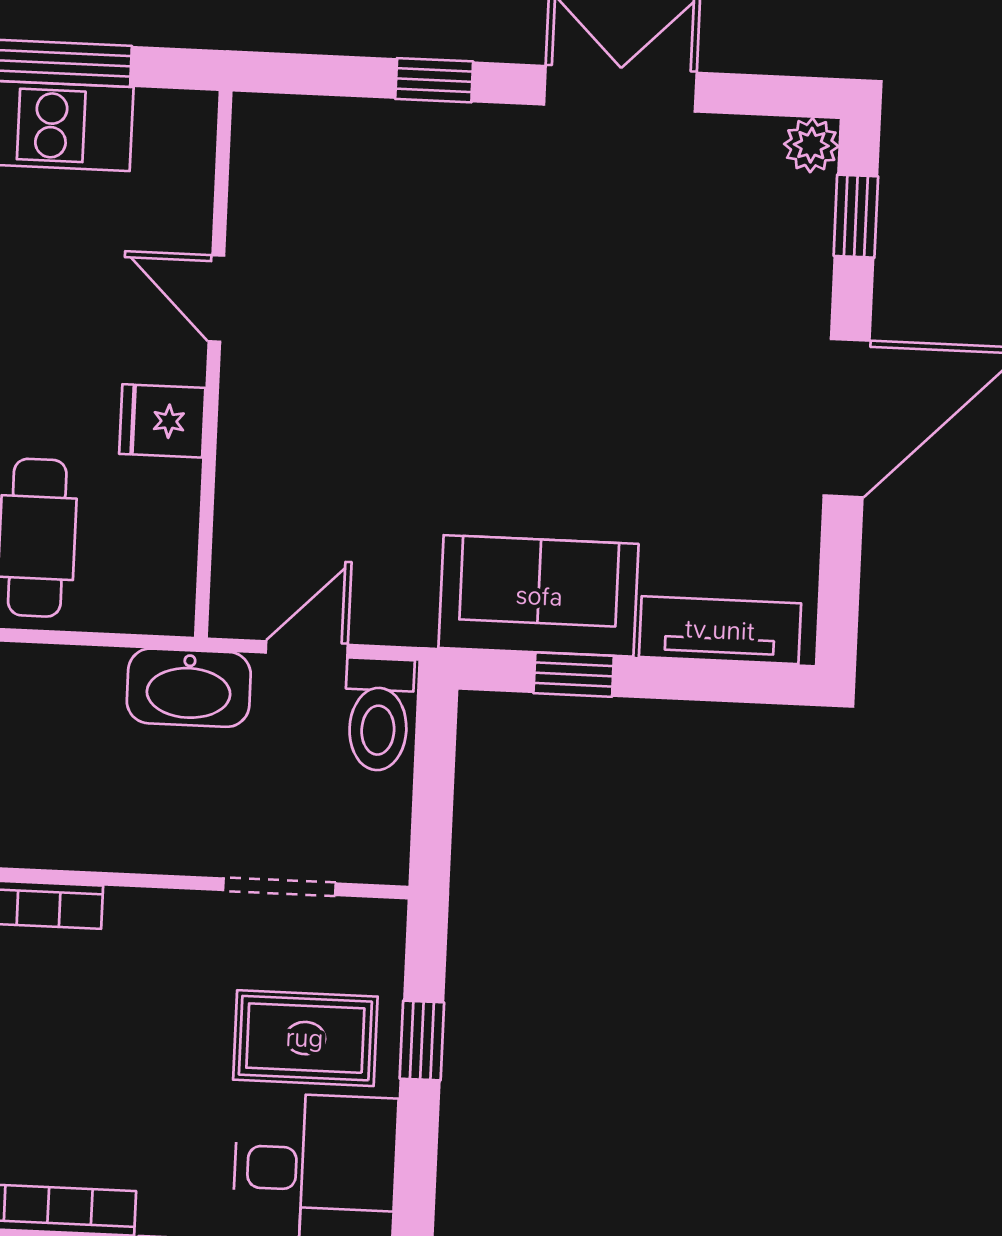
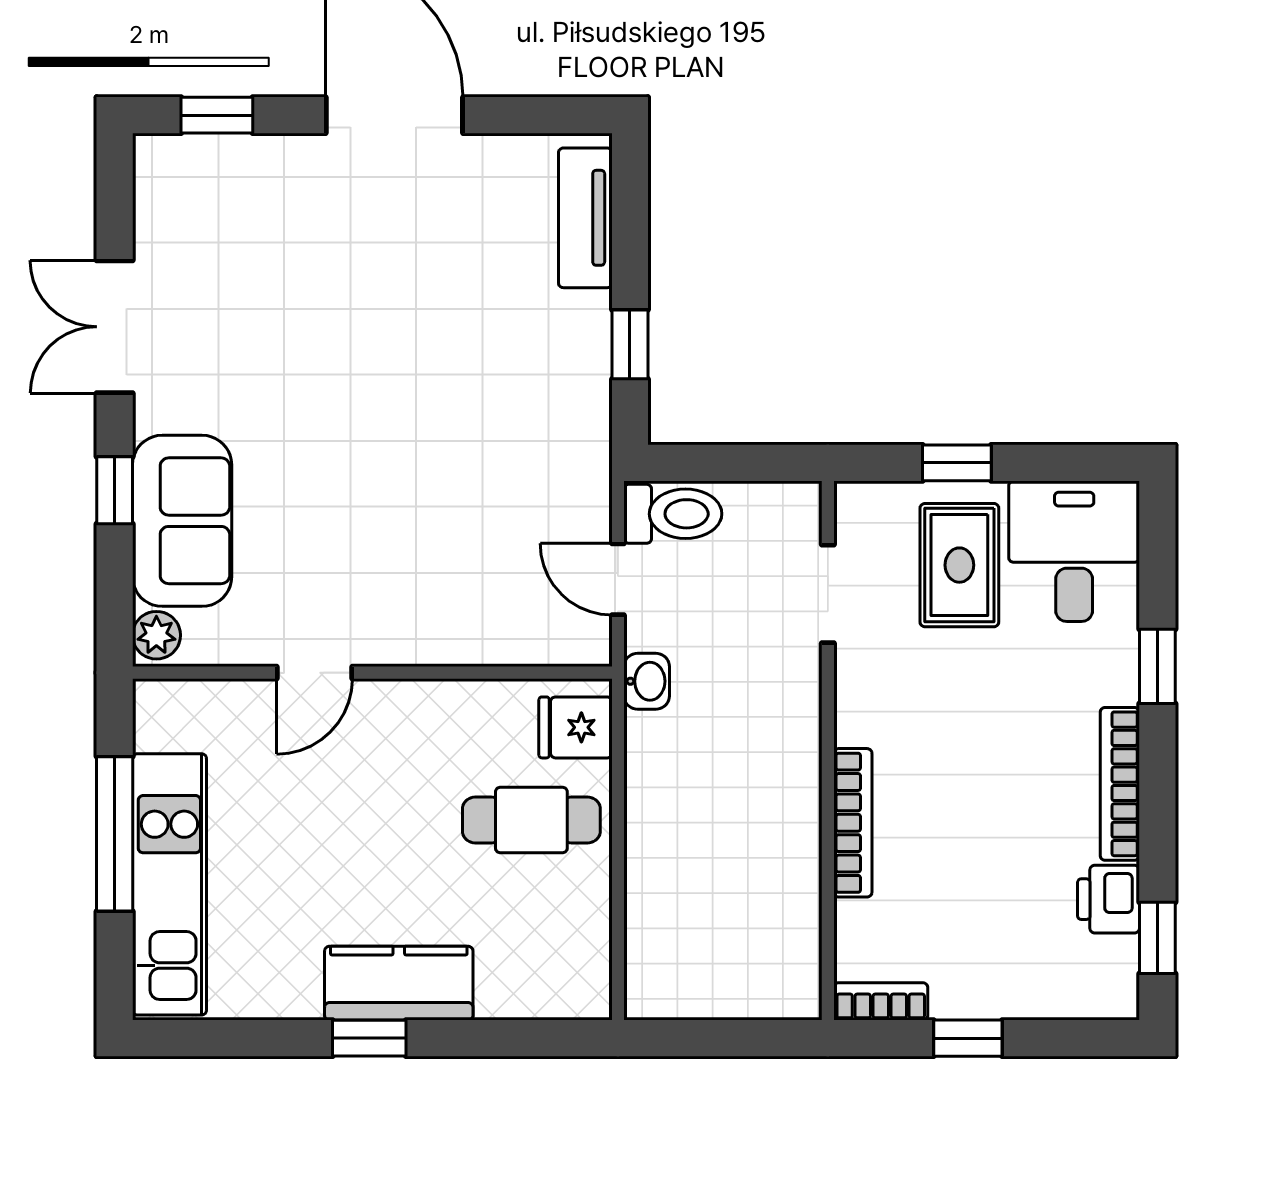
plant: (811, 145) -> (156, 635), moved
fridge: (162, 421) -> (575, 727), moved, turned 90
sofa: (539, 596) -> (182, 521), moved, turned 180
washbasin: (189, 688) -> (647, 681), width x0.52, depth x0.69

